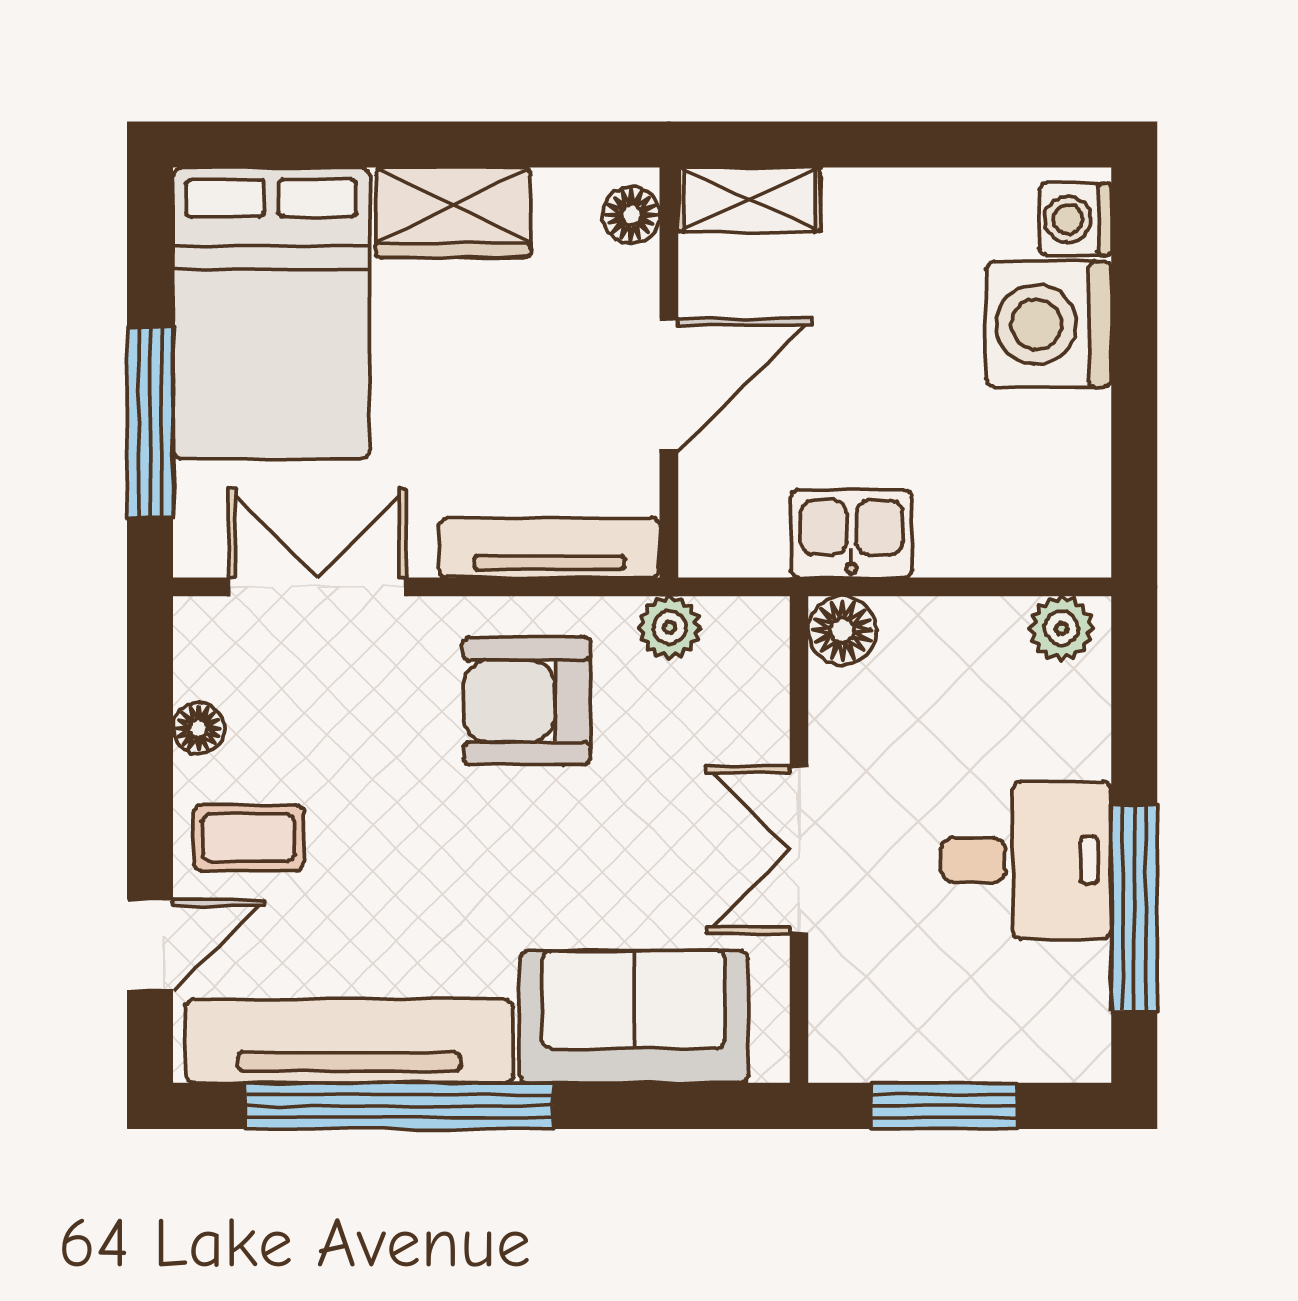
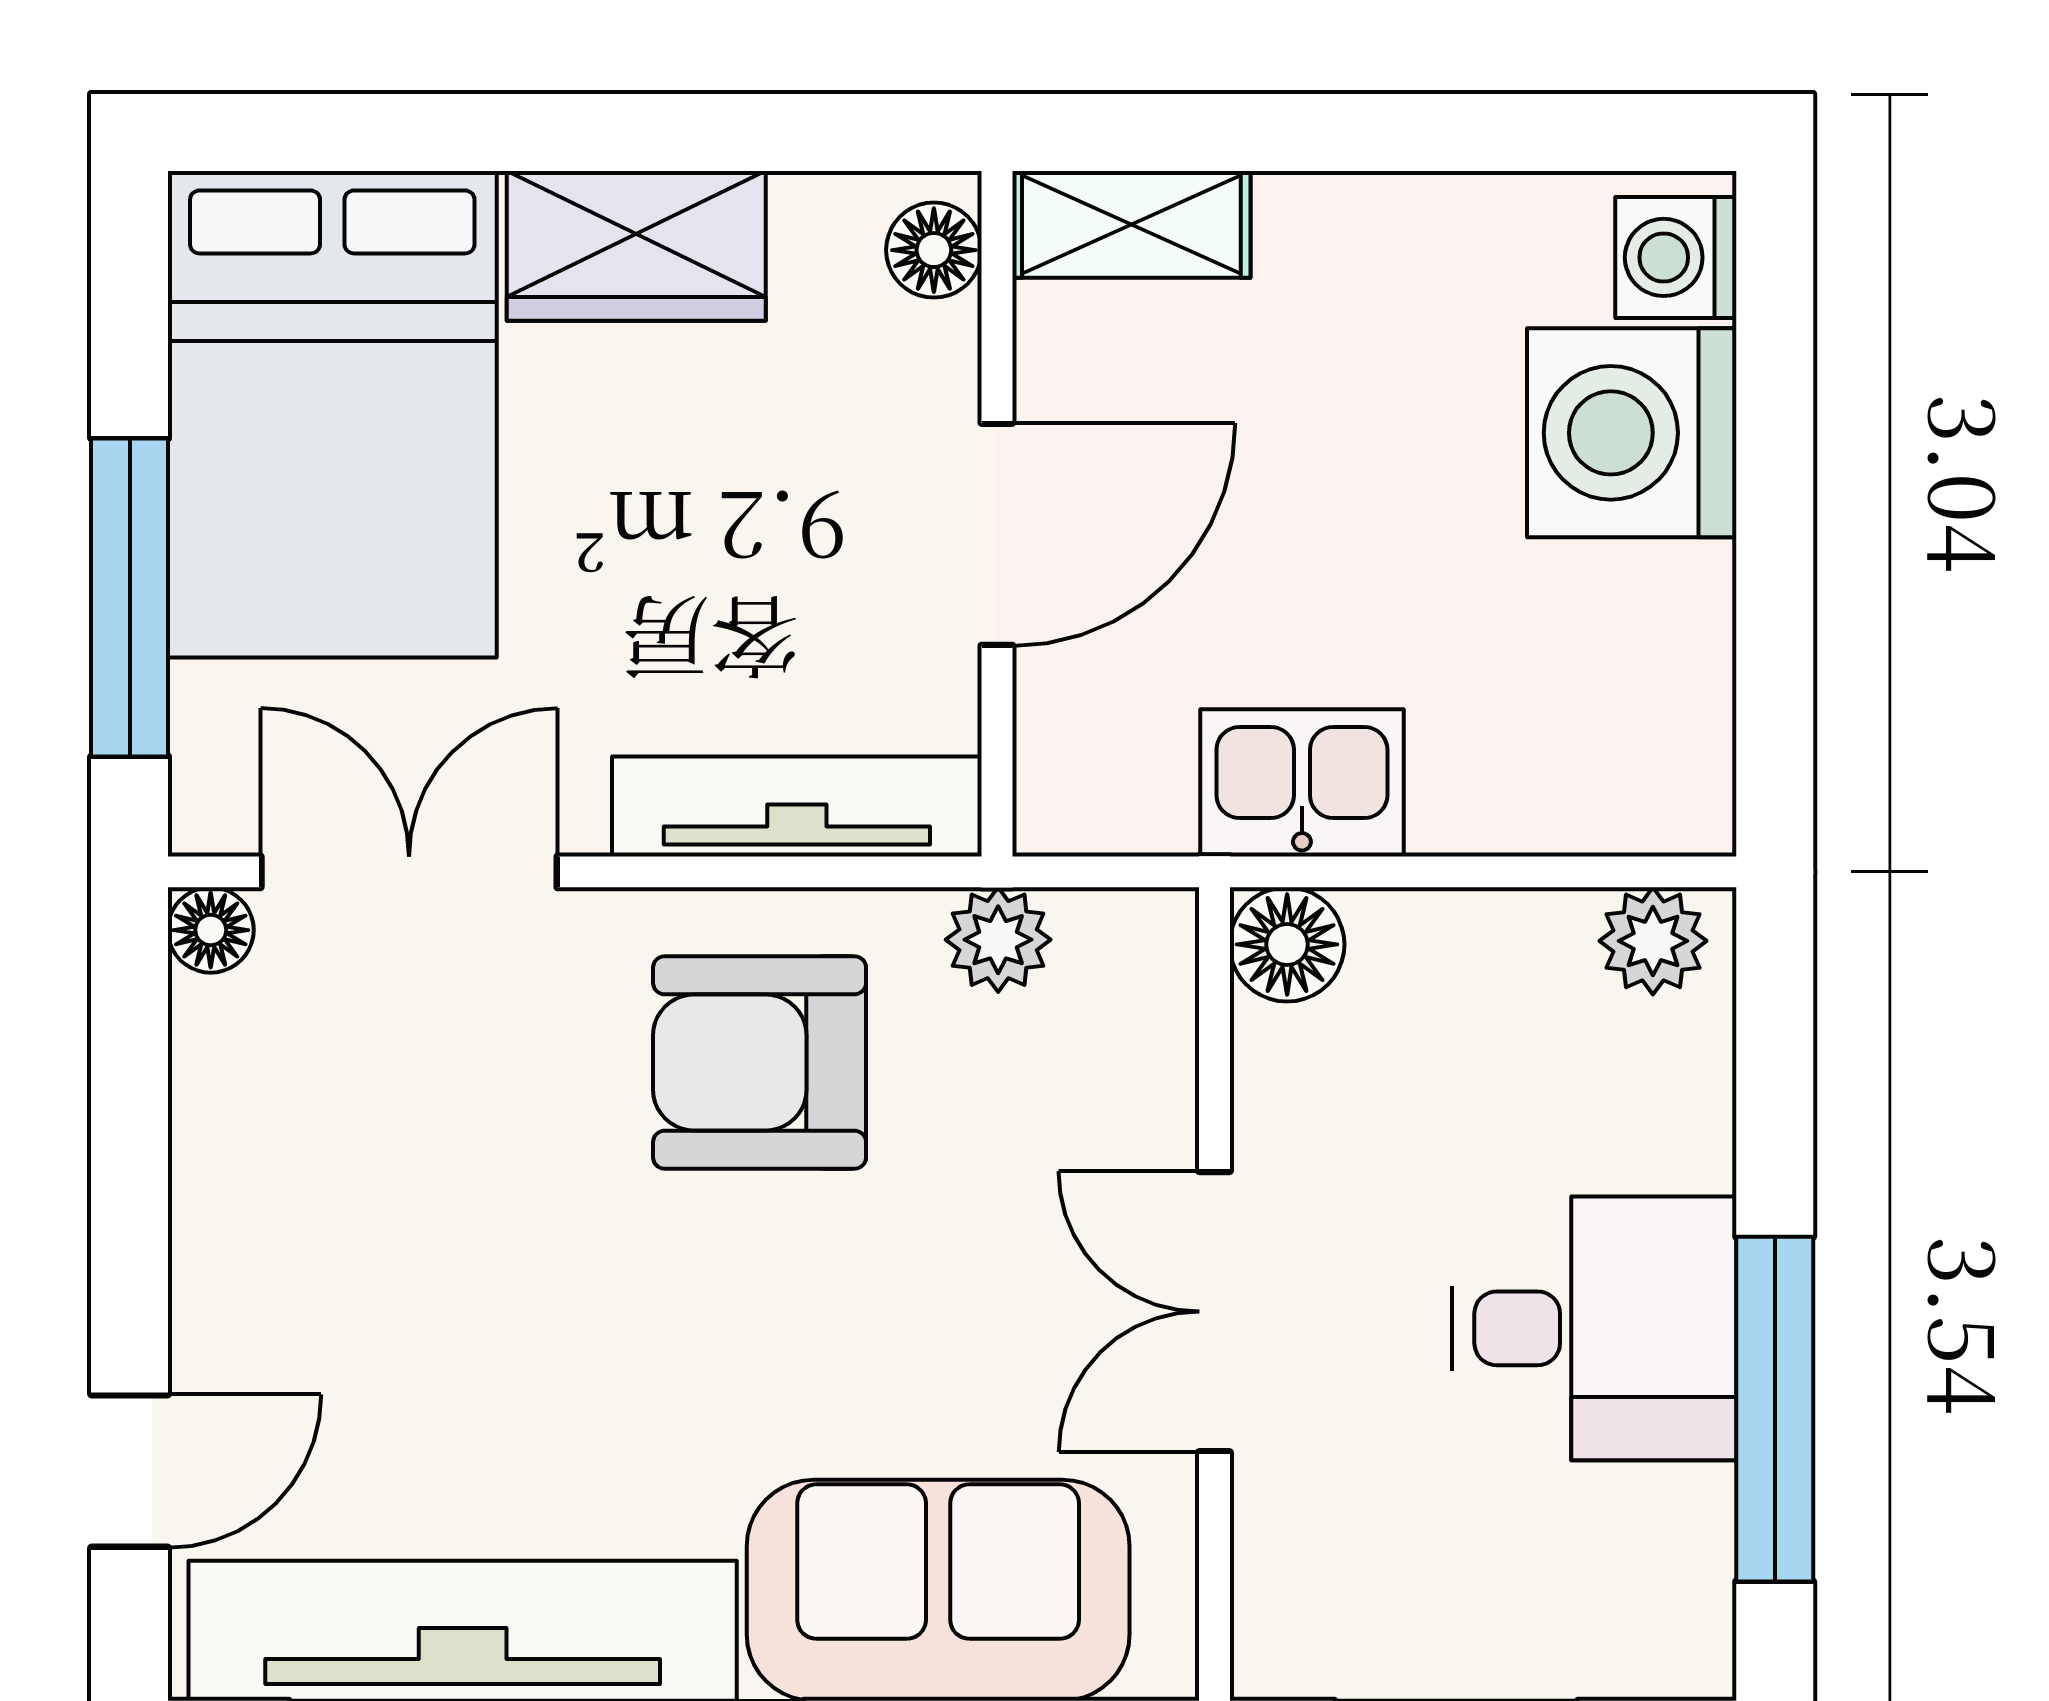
floor lamp: (199, 728) -> (211, 930), moved
coffee table: (249, 838) -> (295, 1291), removed

